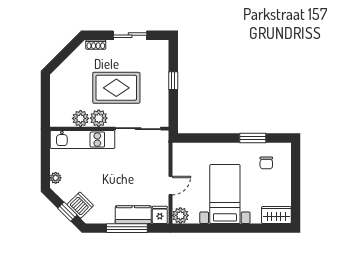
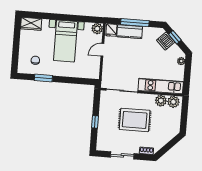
plant: (99, 118) -> (173, 102), moved

